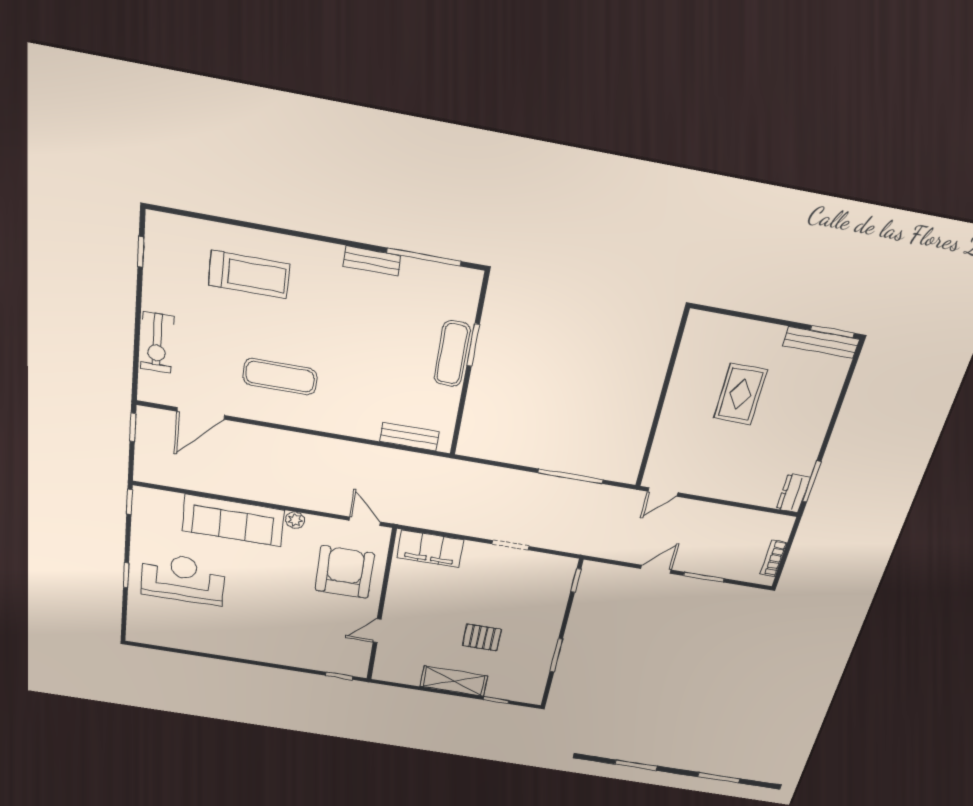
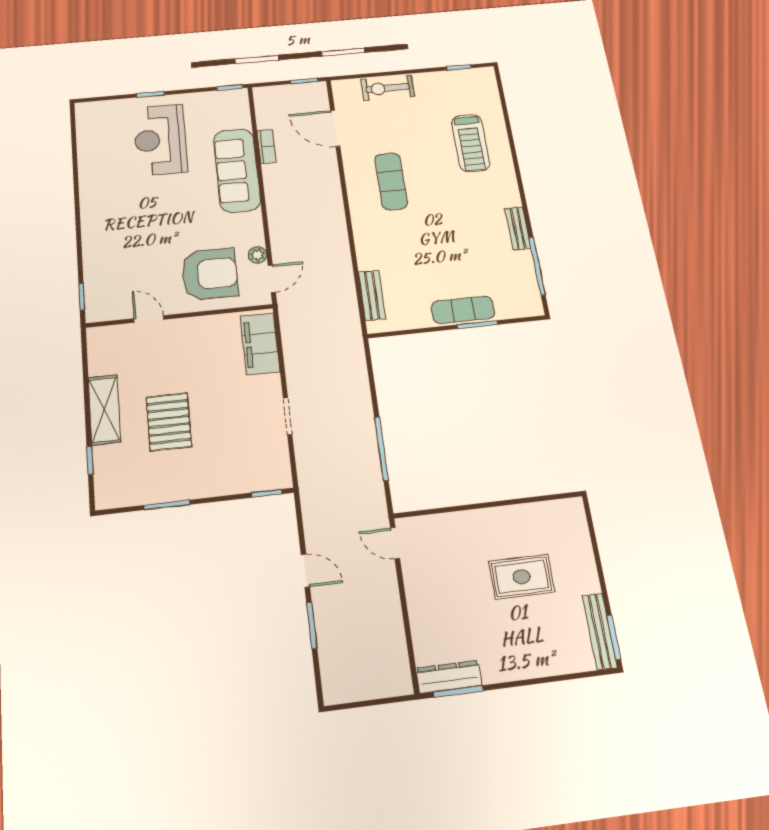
dresser: (793, 493) -> (449, 677), width x1.44
plant: (295, 520) -> (257, 255), moved
bookcase: (774, 558) -> (266, 146), moved, turned 90
reception desk: (183, 579) -> (160, 140), turned 180
pallet: (482, 637) -> (169, 422), width x1.50, depth x1.42

